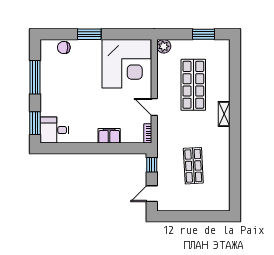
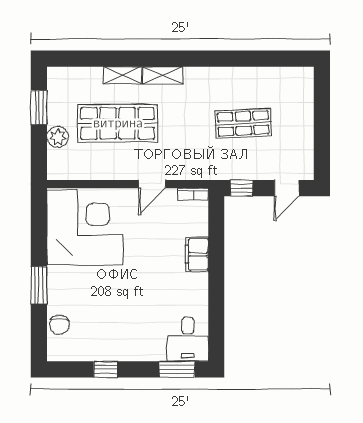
plant: (164, 46) -> (58, 137), moved
window: (35, 77) -> (106, 369), width x0.46
shelving: (224, 88) -> (122, 75), added
door: (152, 194) -> (287, 188), hinge flipped

